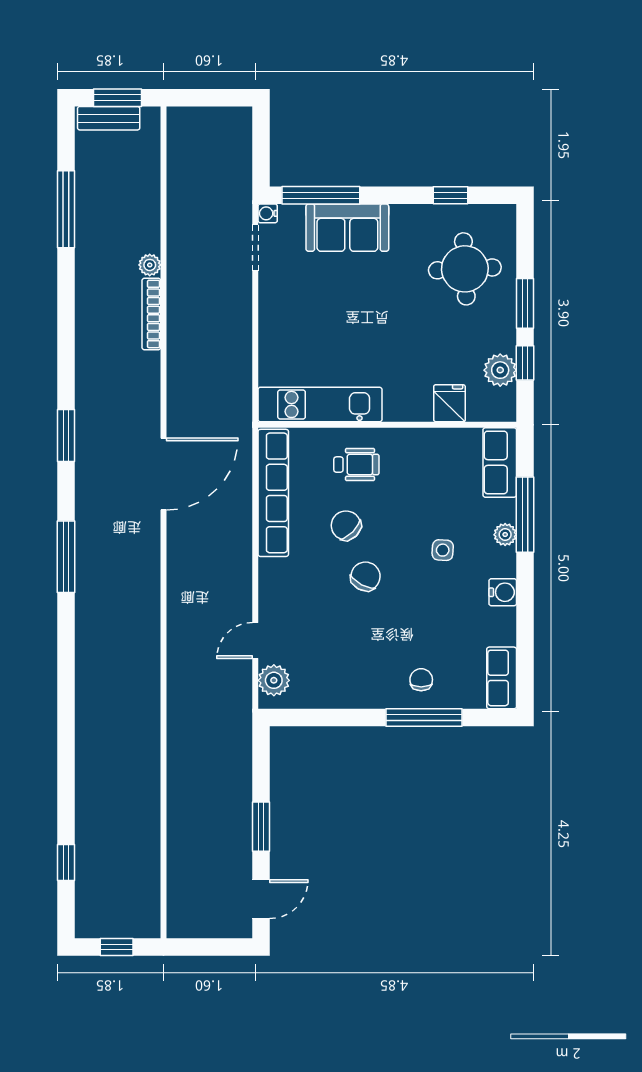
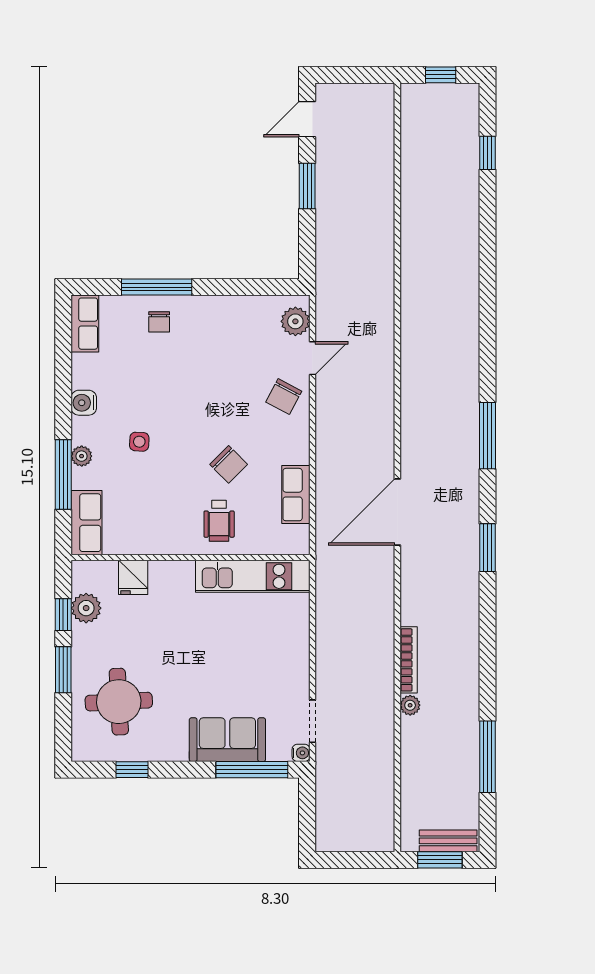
wheelchair: (356, 465) -> (219, 521), turned -90
row of seats: (273, 493) -> (296, 495), width x0.50
chair: (365, 576) -> (284, 397), moved

